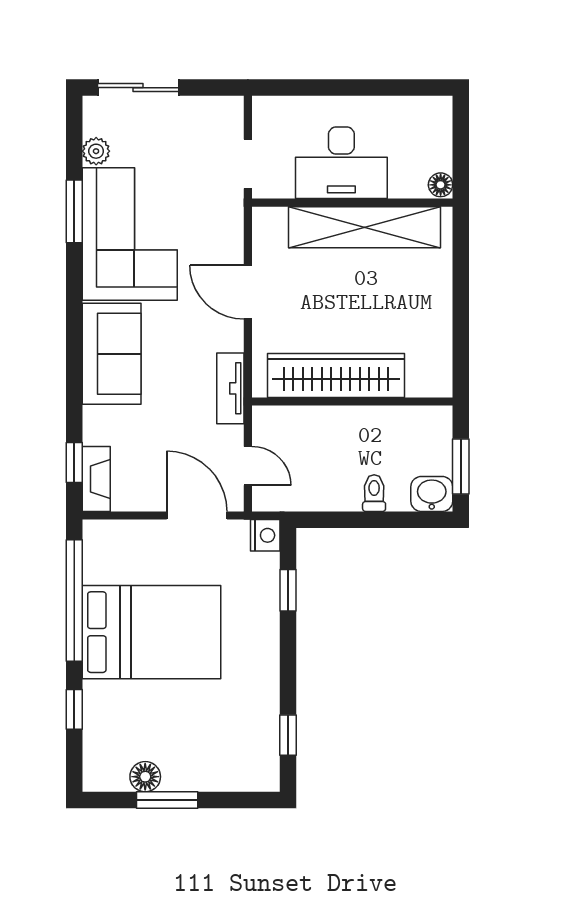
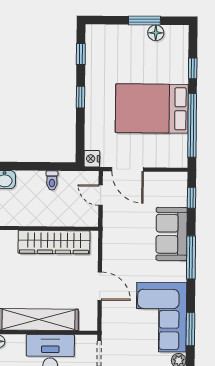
window: (74, 348) -> (191, 257), added
sofa: (112, 354) -> (172, 234), moved
tv unit: (230, 388) -> (109, 236), removed
fireplace: (96, 479) -> (180, 189), removed
toilet: (374, 493) -> (52, 180), moved
window: (288, 590) -> (80, 97), moved

